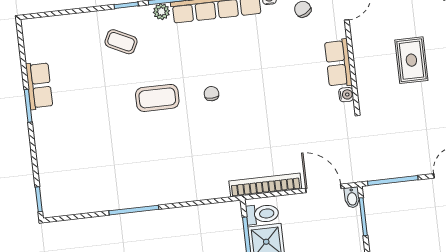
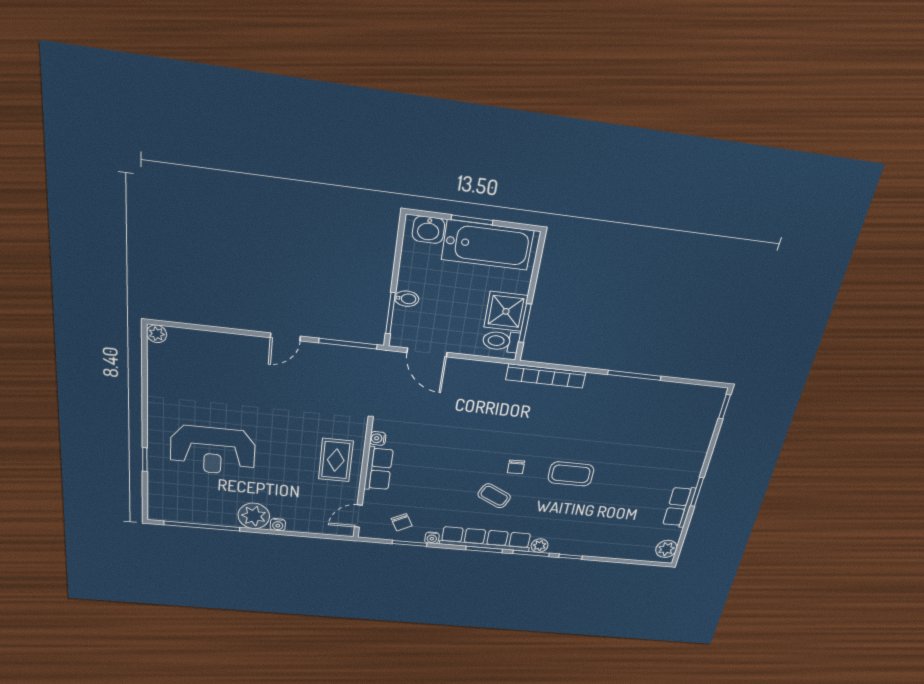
plant: (33, 35) -> (666, 549), added
coffee table: (121, 42) -> (494, 496), moved
rug: (411, 60) -> (336, 460), moved
bookcase: (265, 185) -> (546, 376), moved
bidet: (352, 197) -> (407, 299), moved, turned 90

